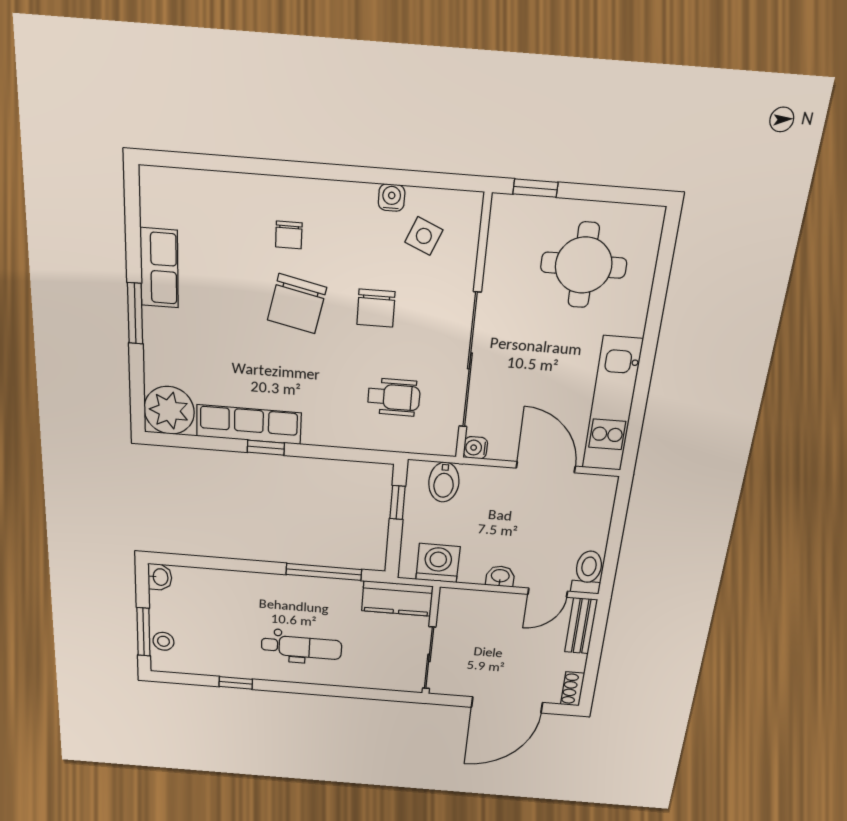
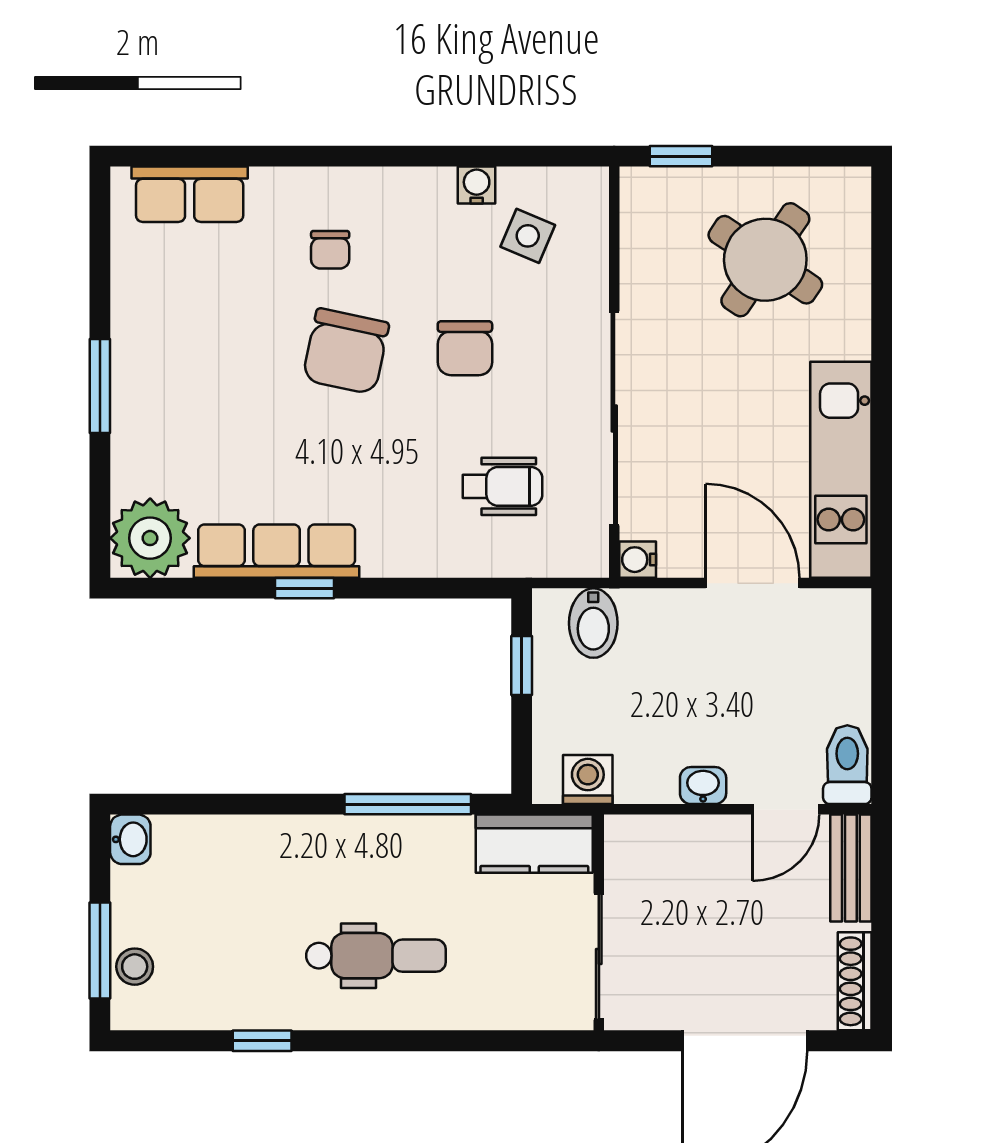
round table: (584, 265) -> (765, 260), turned 34
row of seats: (159, 268) -> (190, 194), moved, turned 90
washing machine: (438, 563) -> (588, 779), width x0.73, depth x0.73
shoe rack: (573, 689) -> (855, 981), width x1.43

